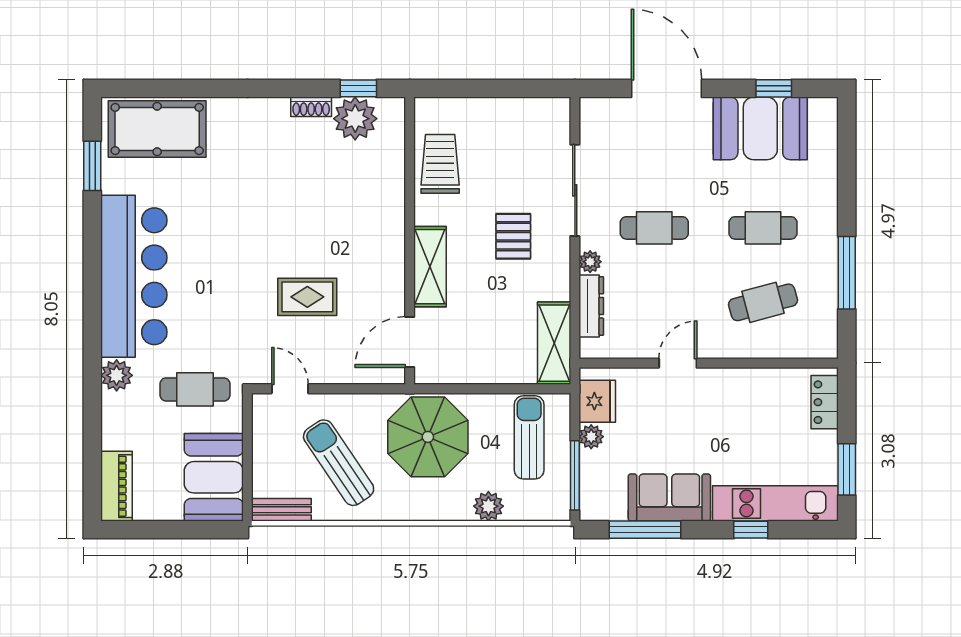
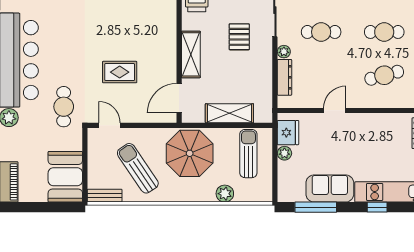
shelving: (554, 343) -> (229, 113), moved, turned 90
cafe table: (195, 389) -> (64, 107), moved, turned 90
window: (575, 475) -> (275, 176), removed

